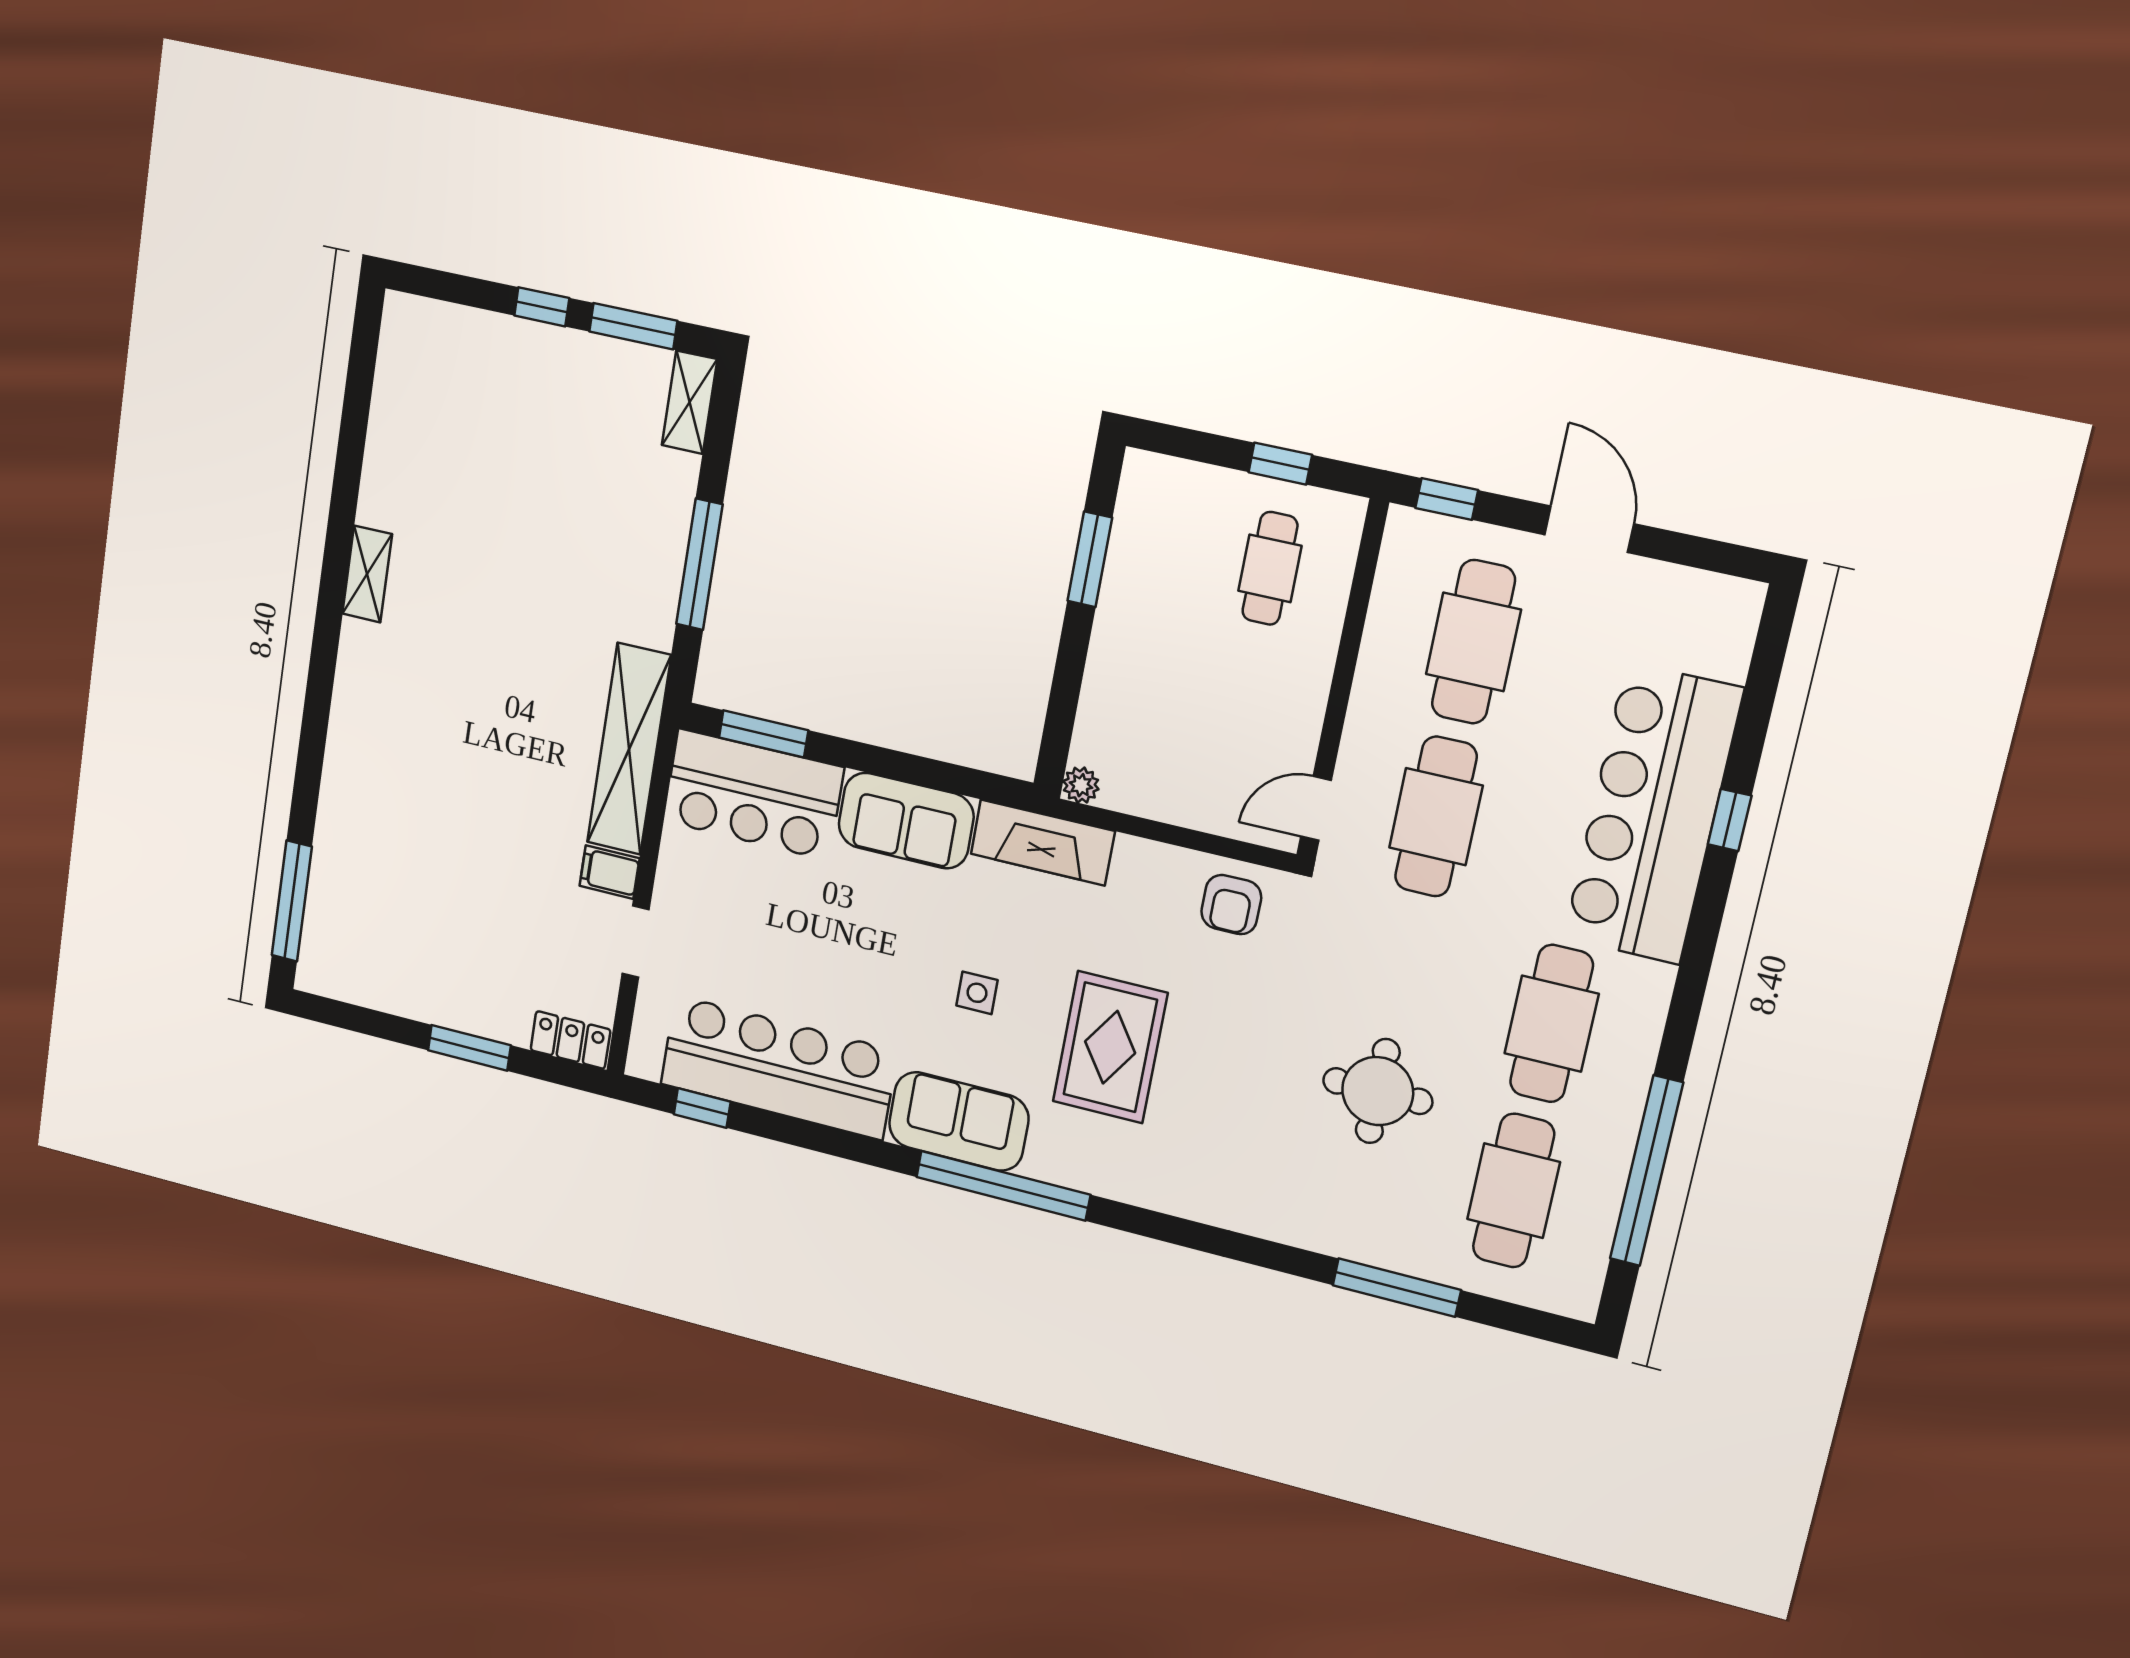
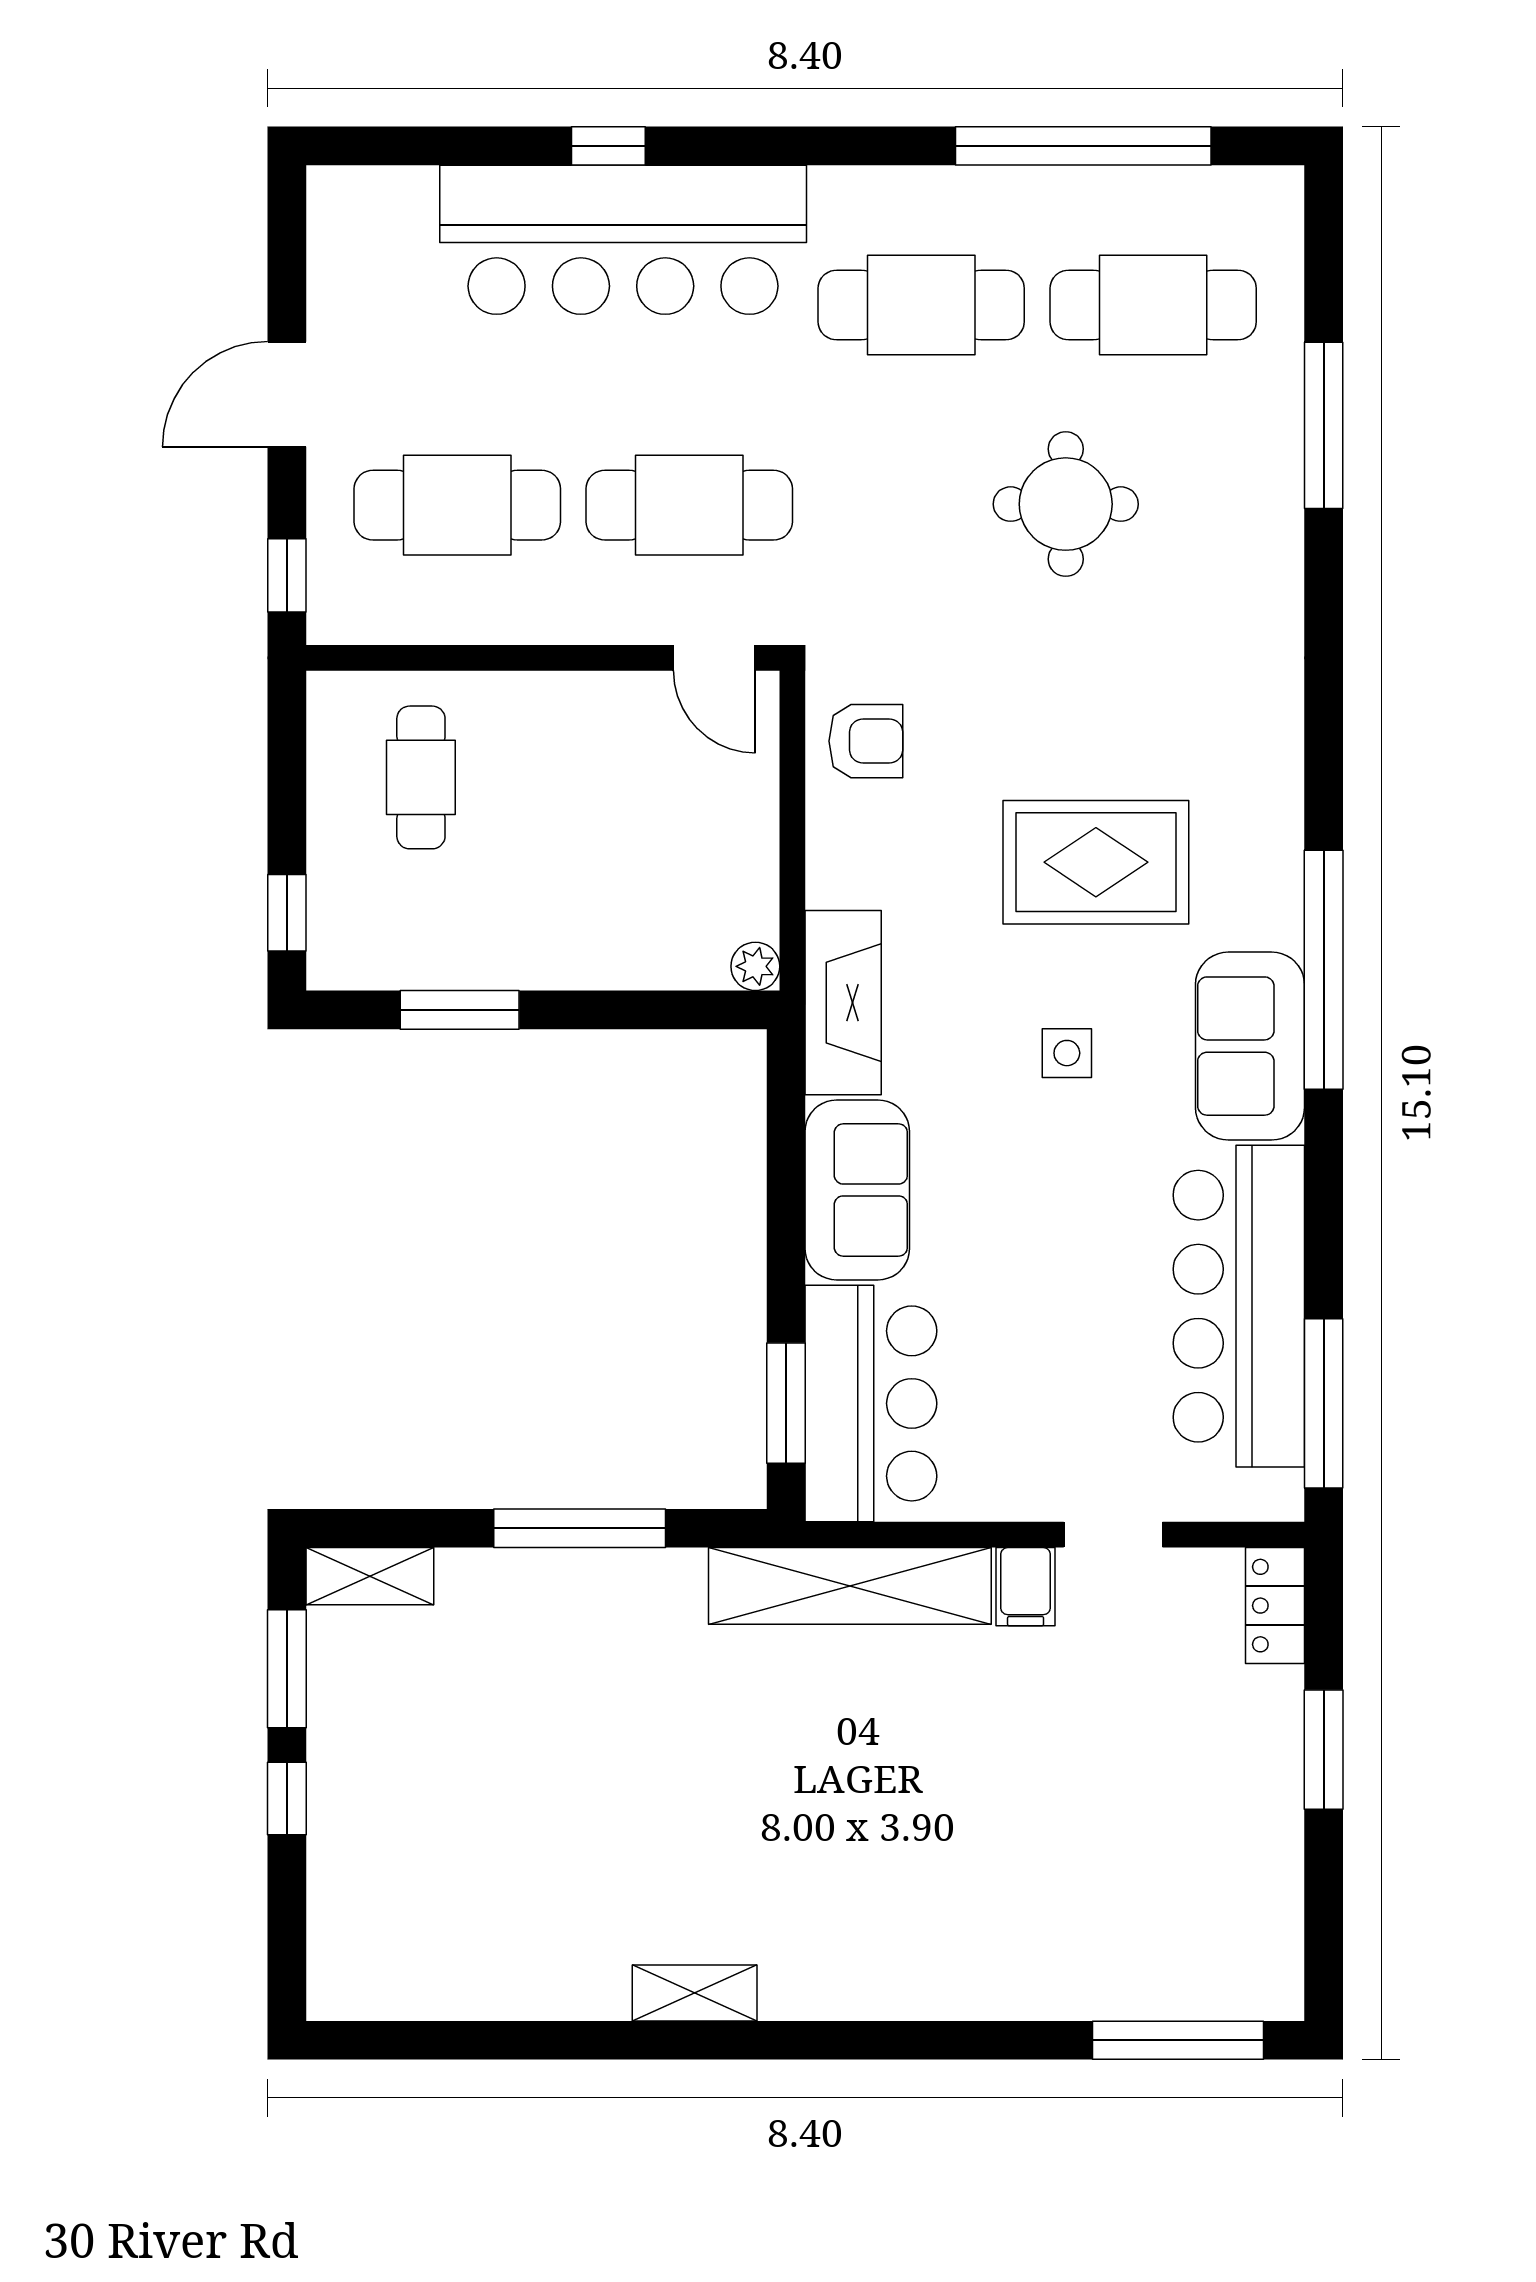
window: (1280, 464) -> (287, 913), moved
cafe table: (1270, 568) -> (421, 777), turned 90
window: (702, 1108) -> (1324, 1403), width x2.17

